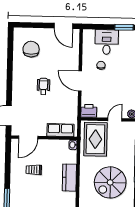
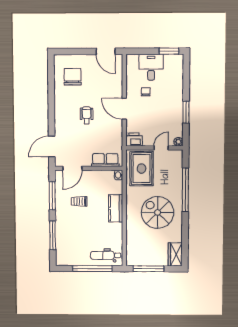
window: (8, 164) -> (52, 196), added
spiral stairs: (110, 182) -> (158, 212), turned 90

